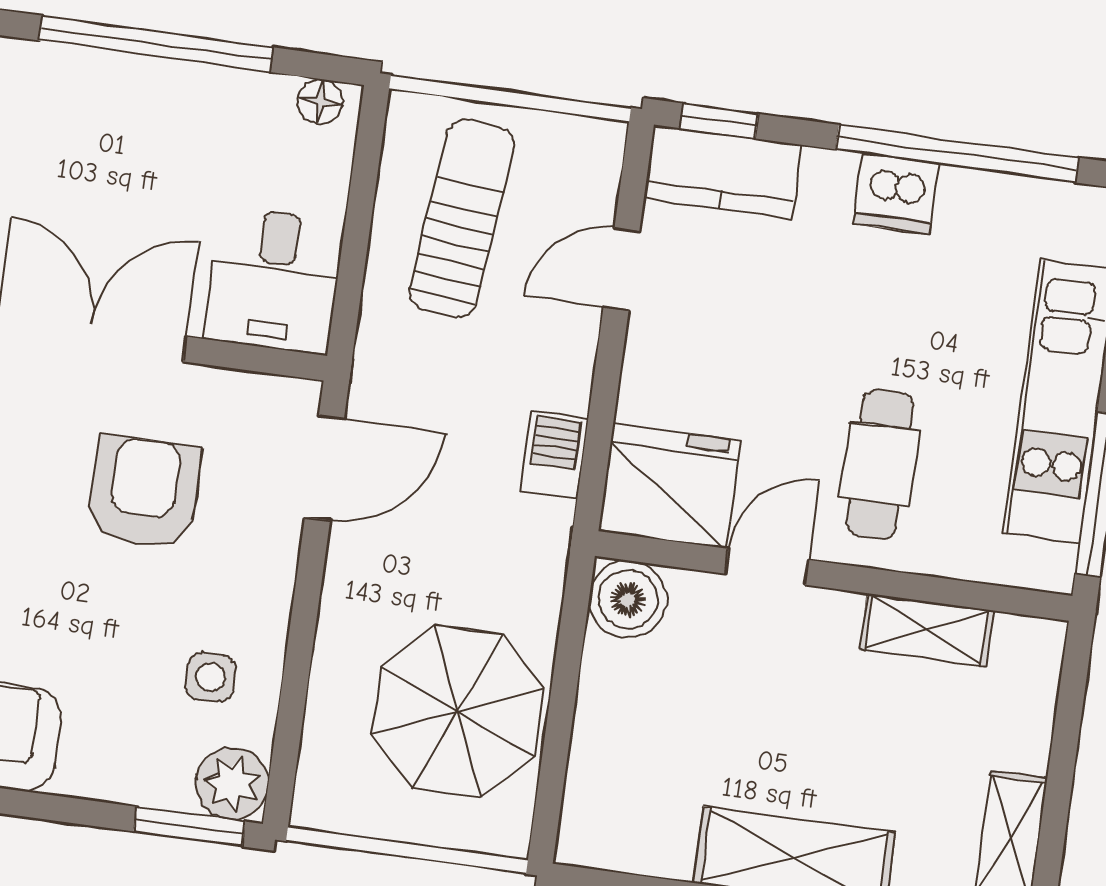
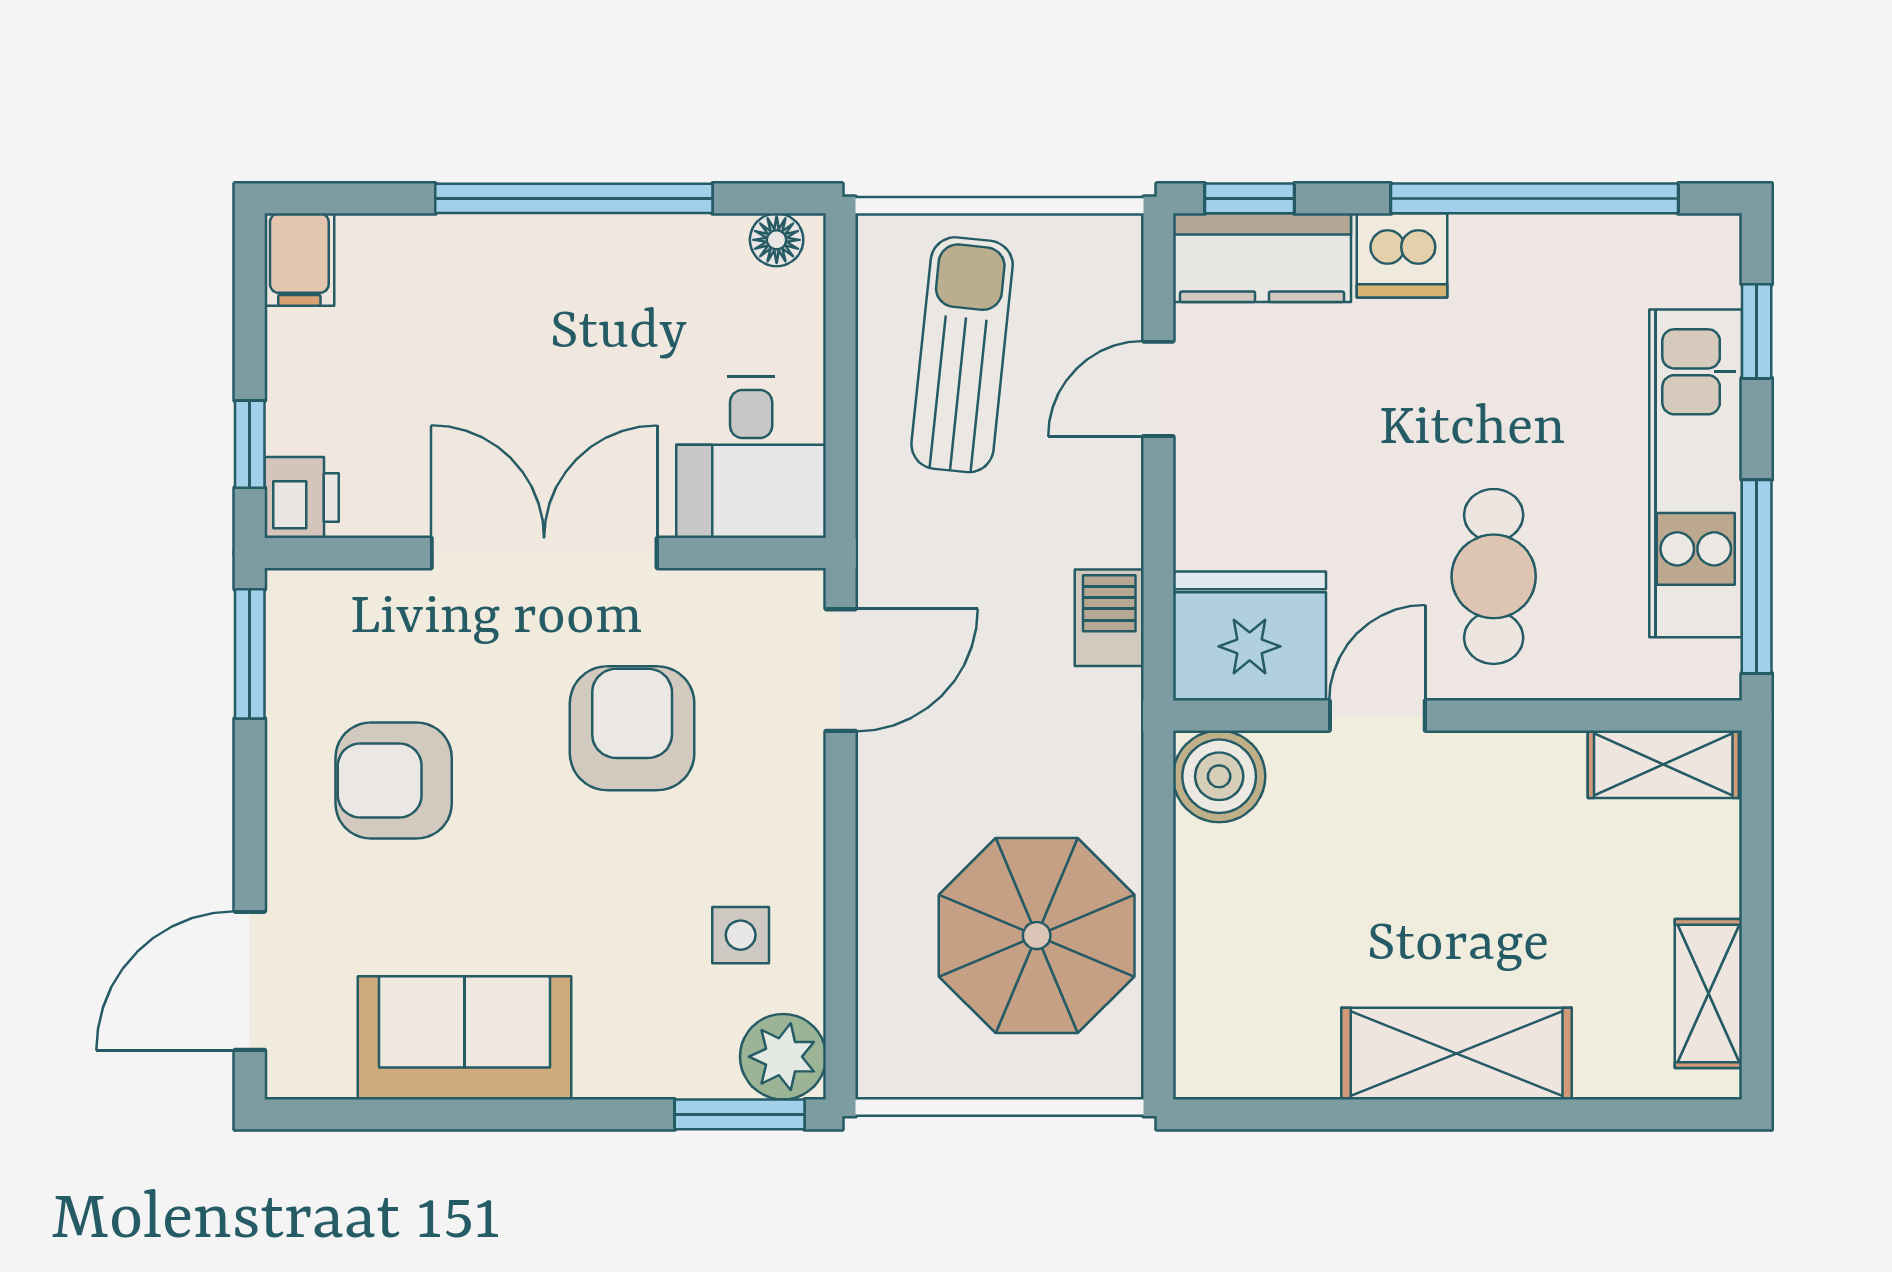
dishwasher: (896, 194) -> (1402, 255), moved
shelving: (926, 630) -> (1663, 764), moved

